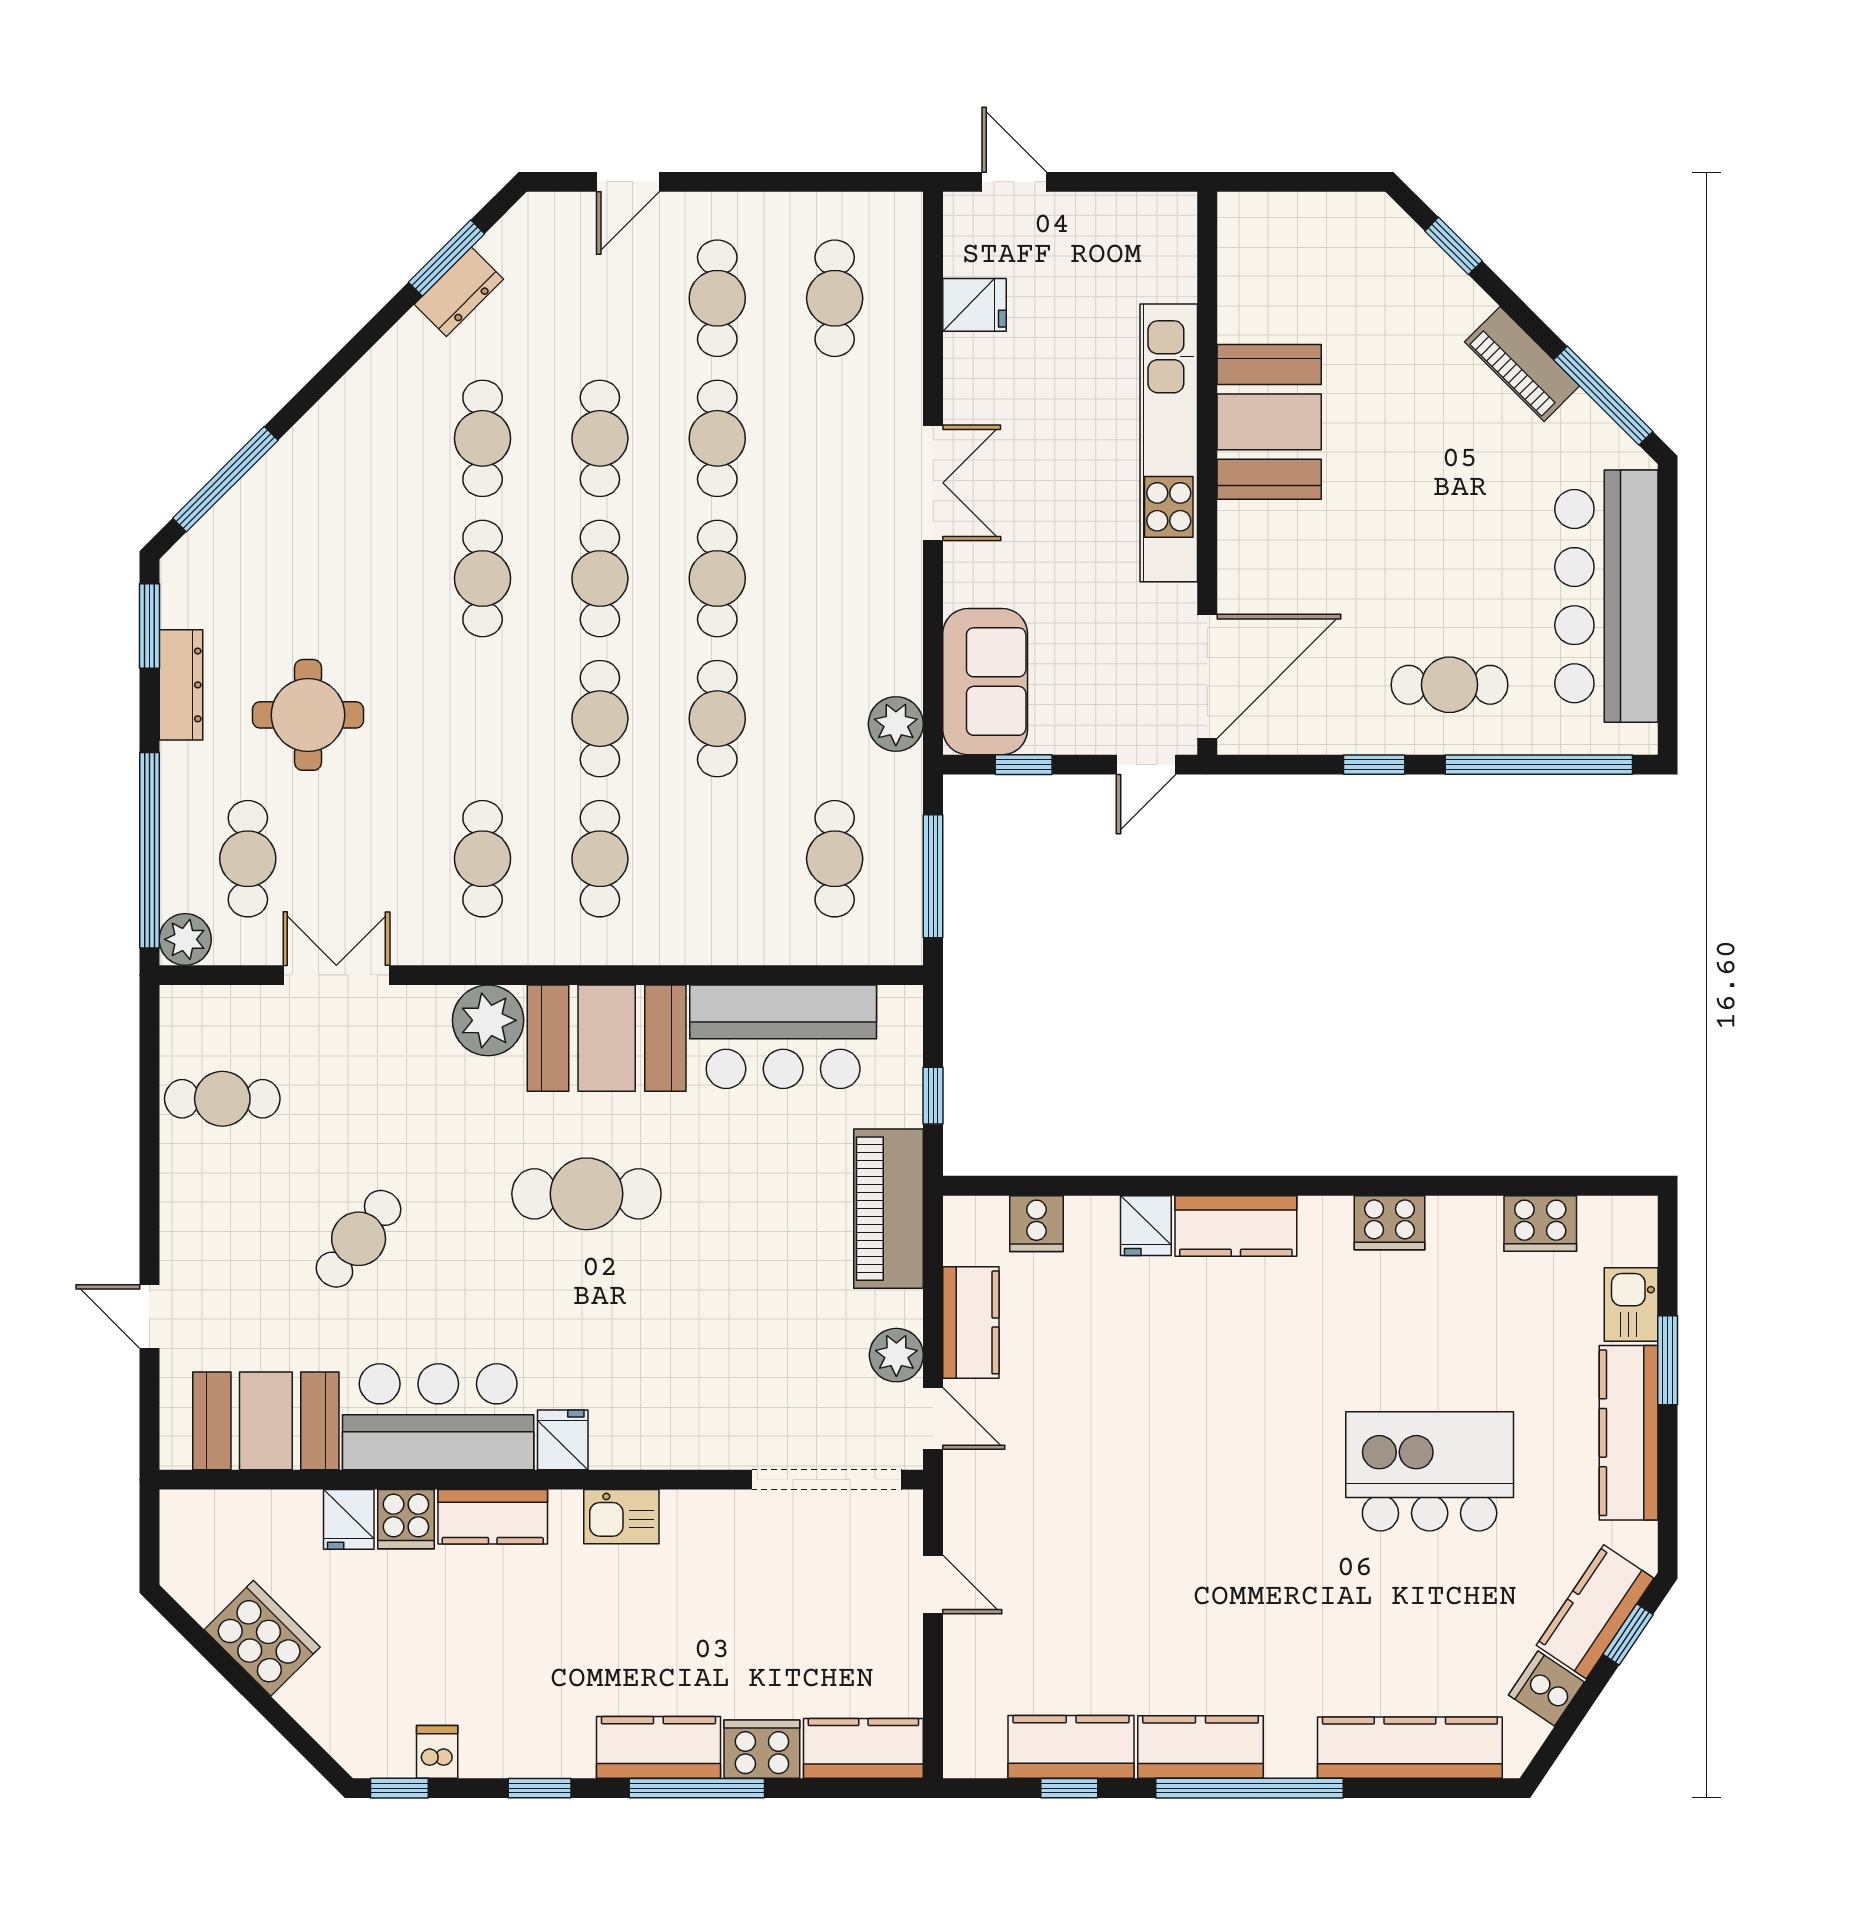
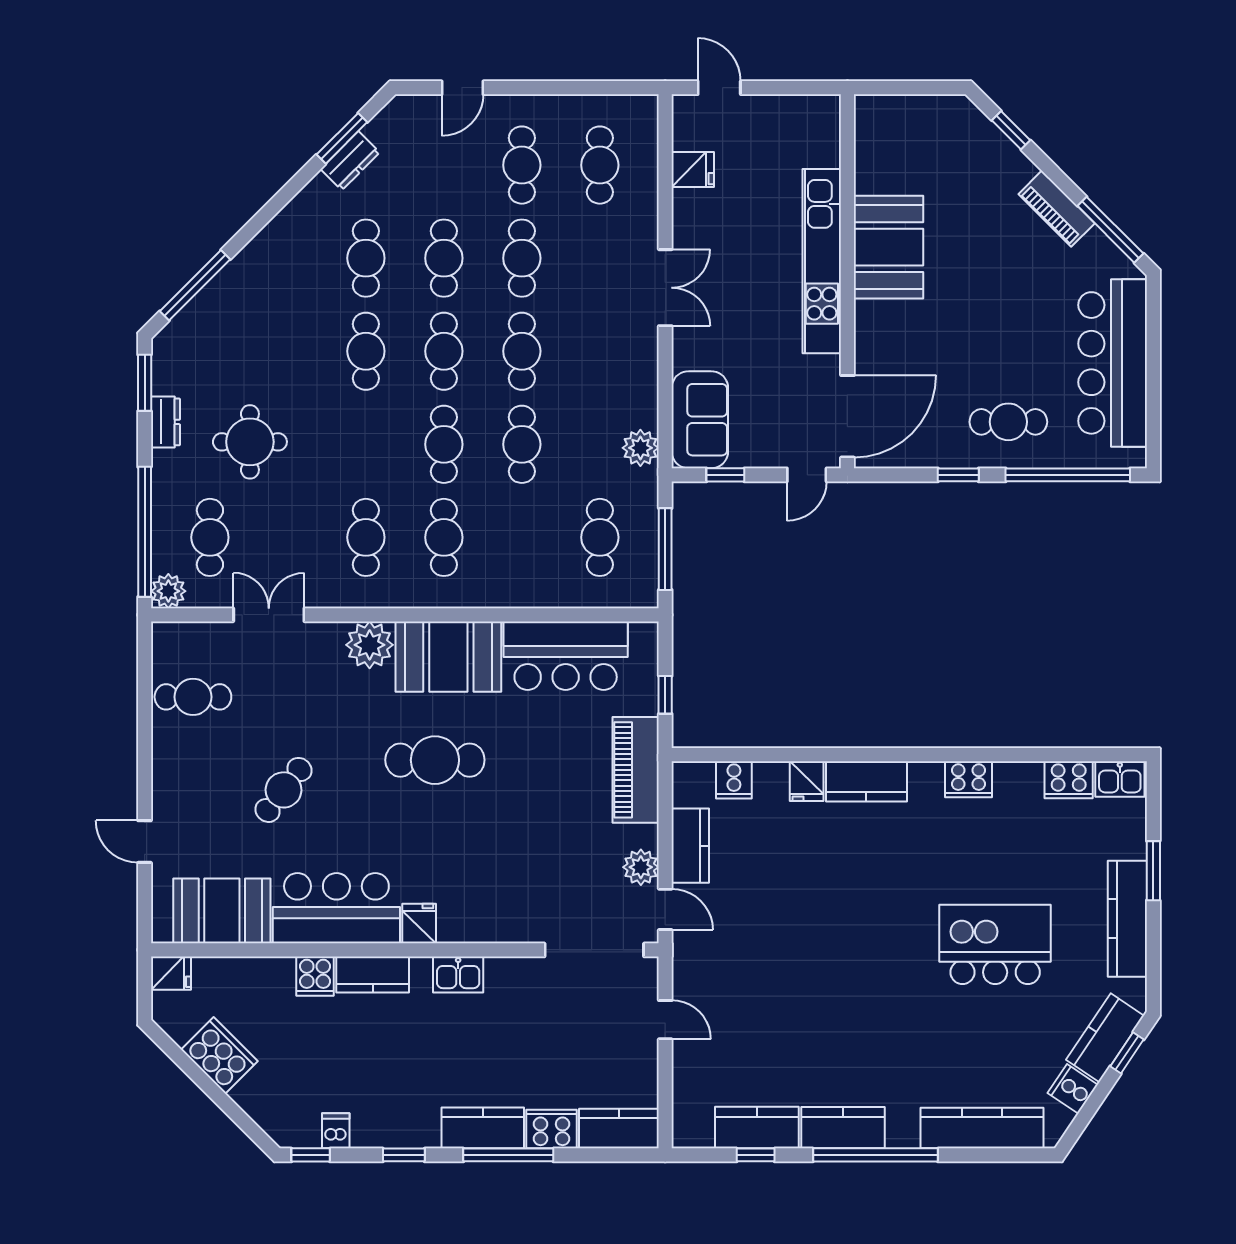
dresser: (181, 685) -> (165, 422), width x0.70
kitchen sink: (1631, 1304) -> (1120, 779), moved, turned -90
fridge: (349, 1519) -> (171, 973), moved, turned -90

